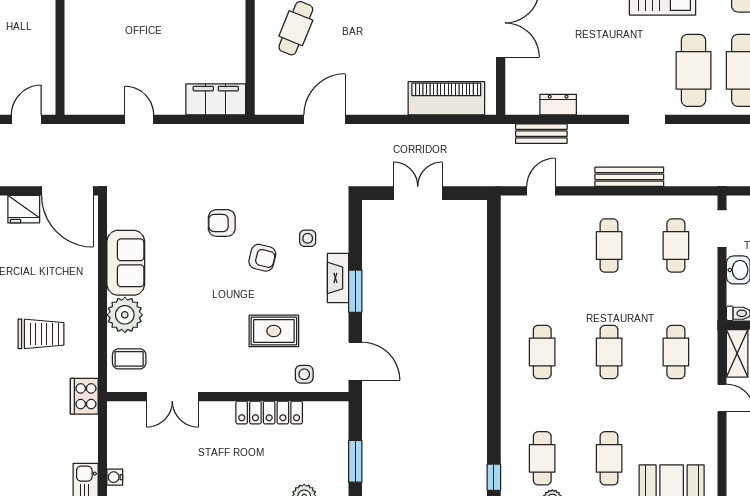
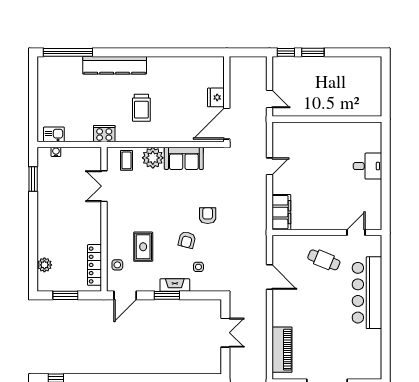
locker: (269, 413) -> (94, 265), moved

